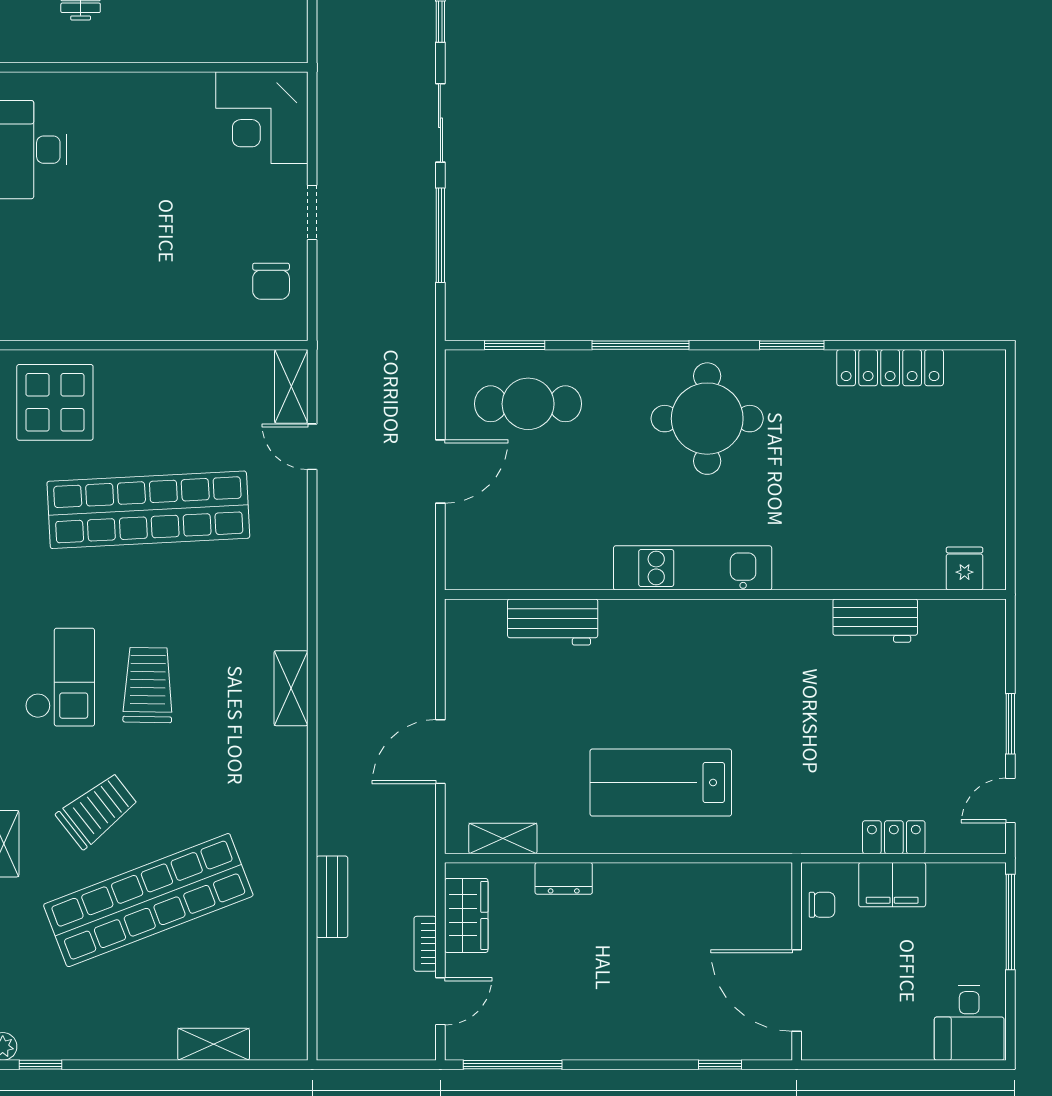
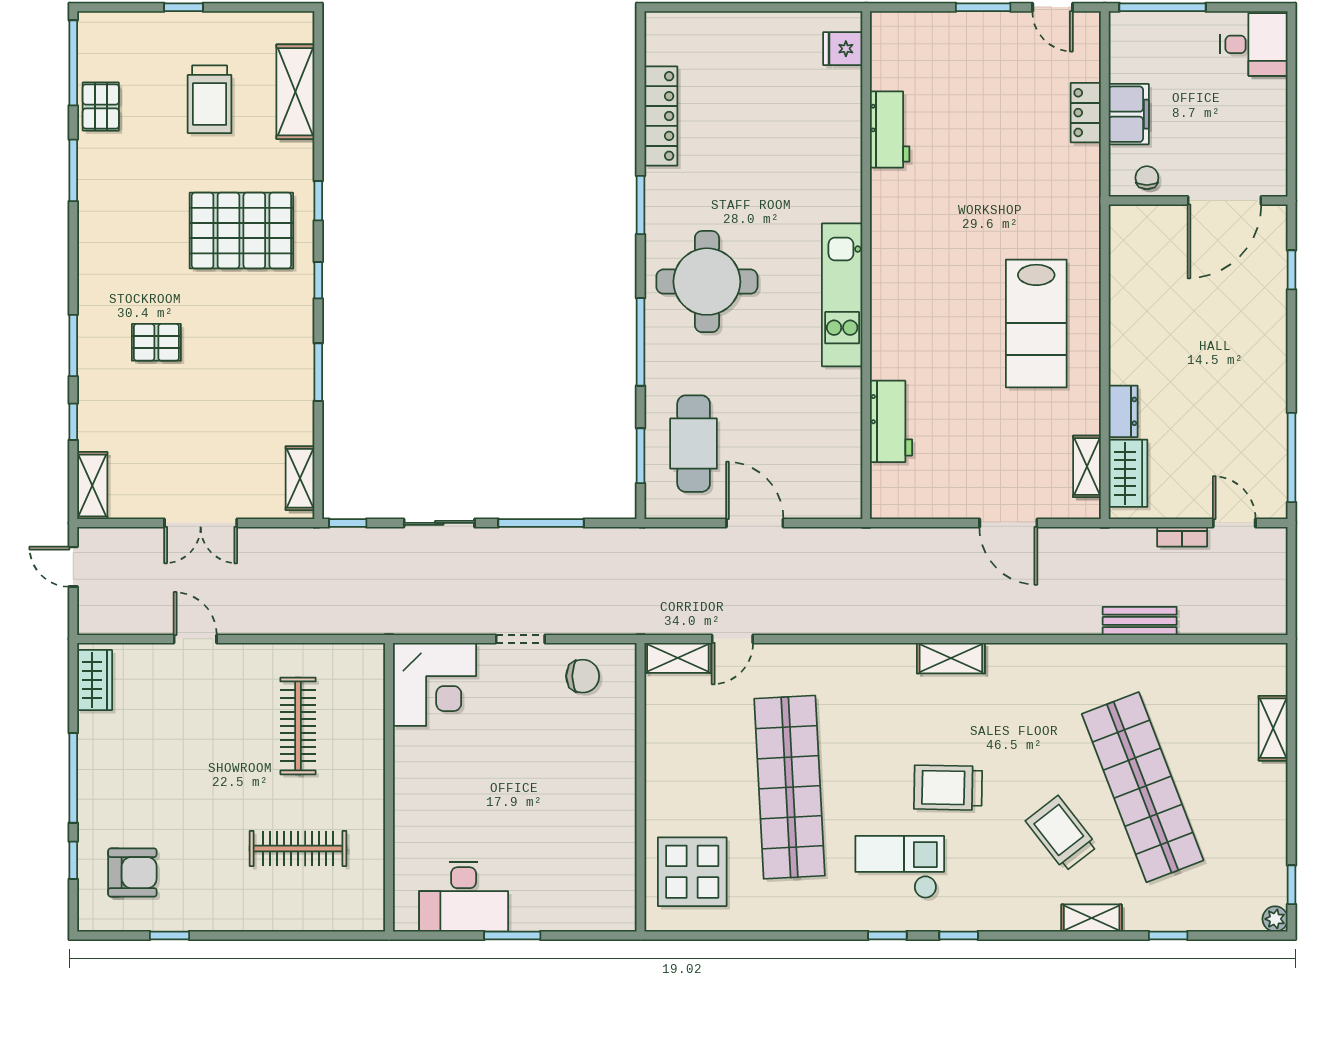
checkout: (60, 677) -> (900, 867), moved
wardrobe: (466, 915) -> (1128, 473), moved, turned 90

